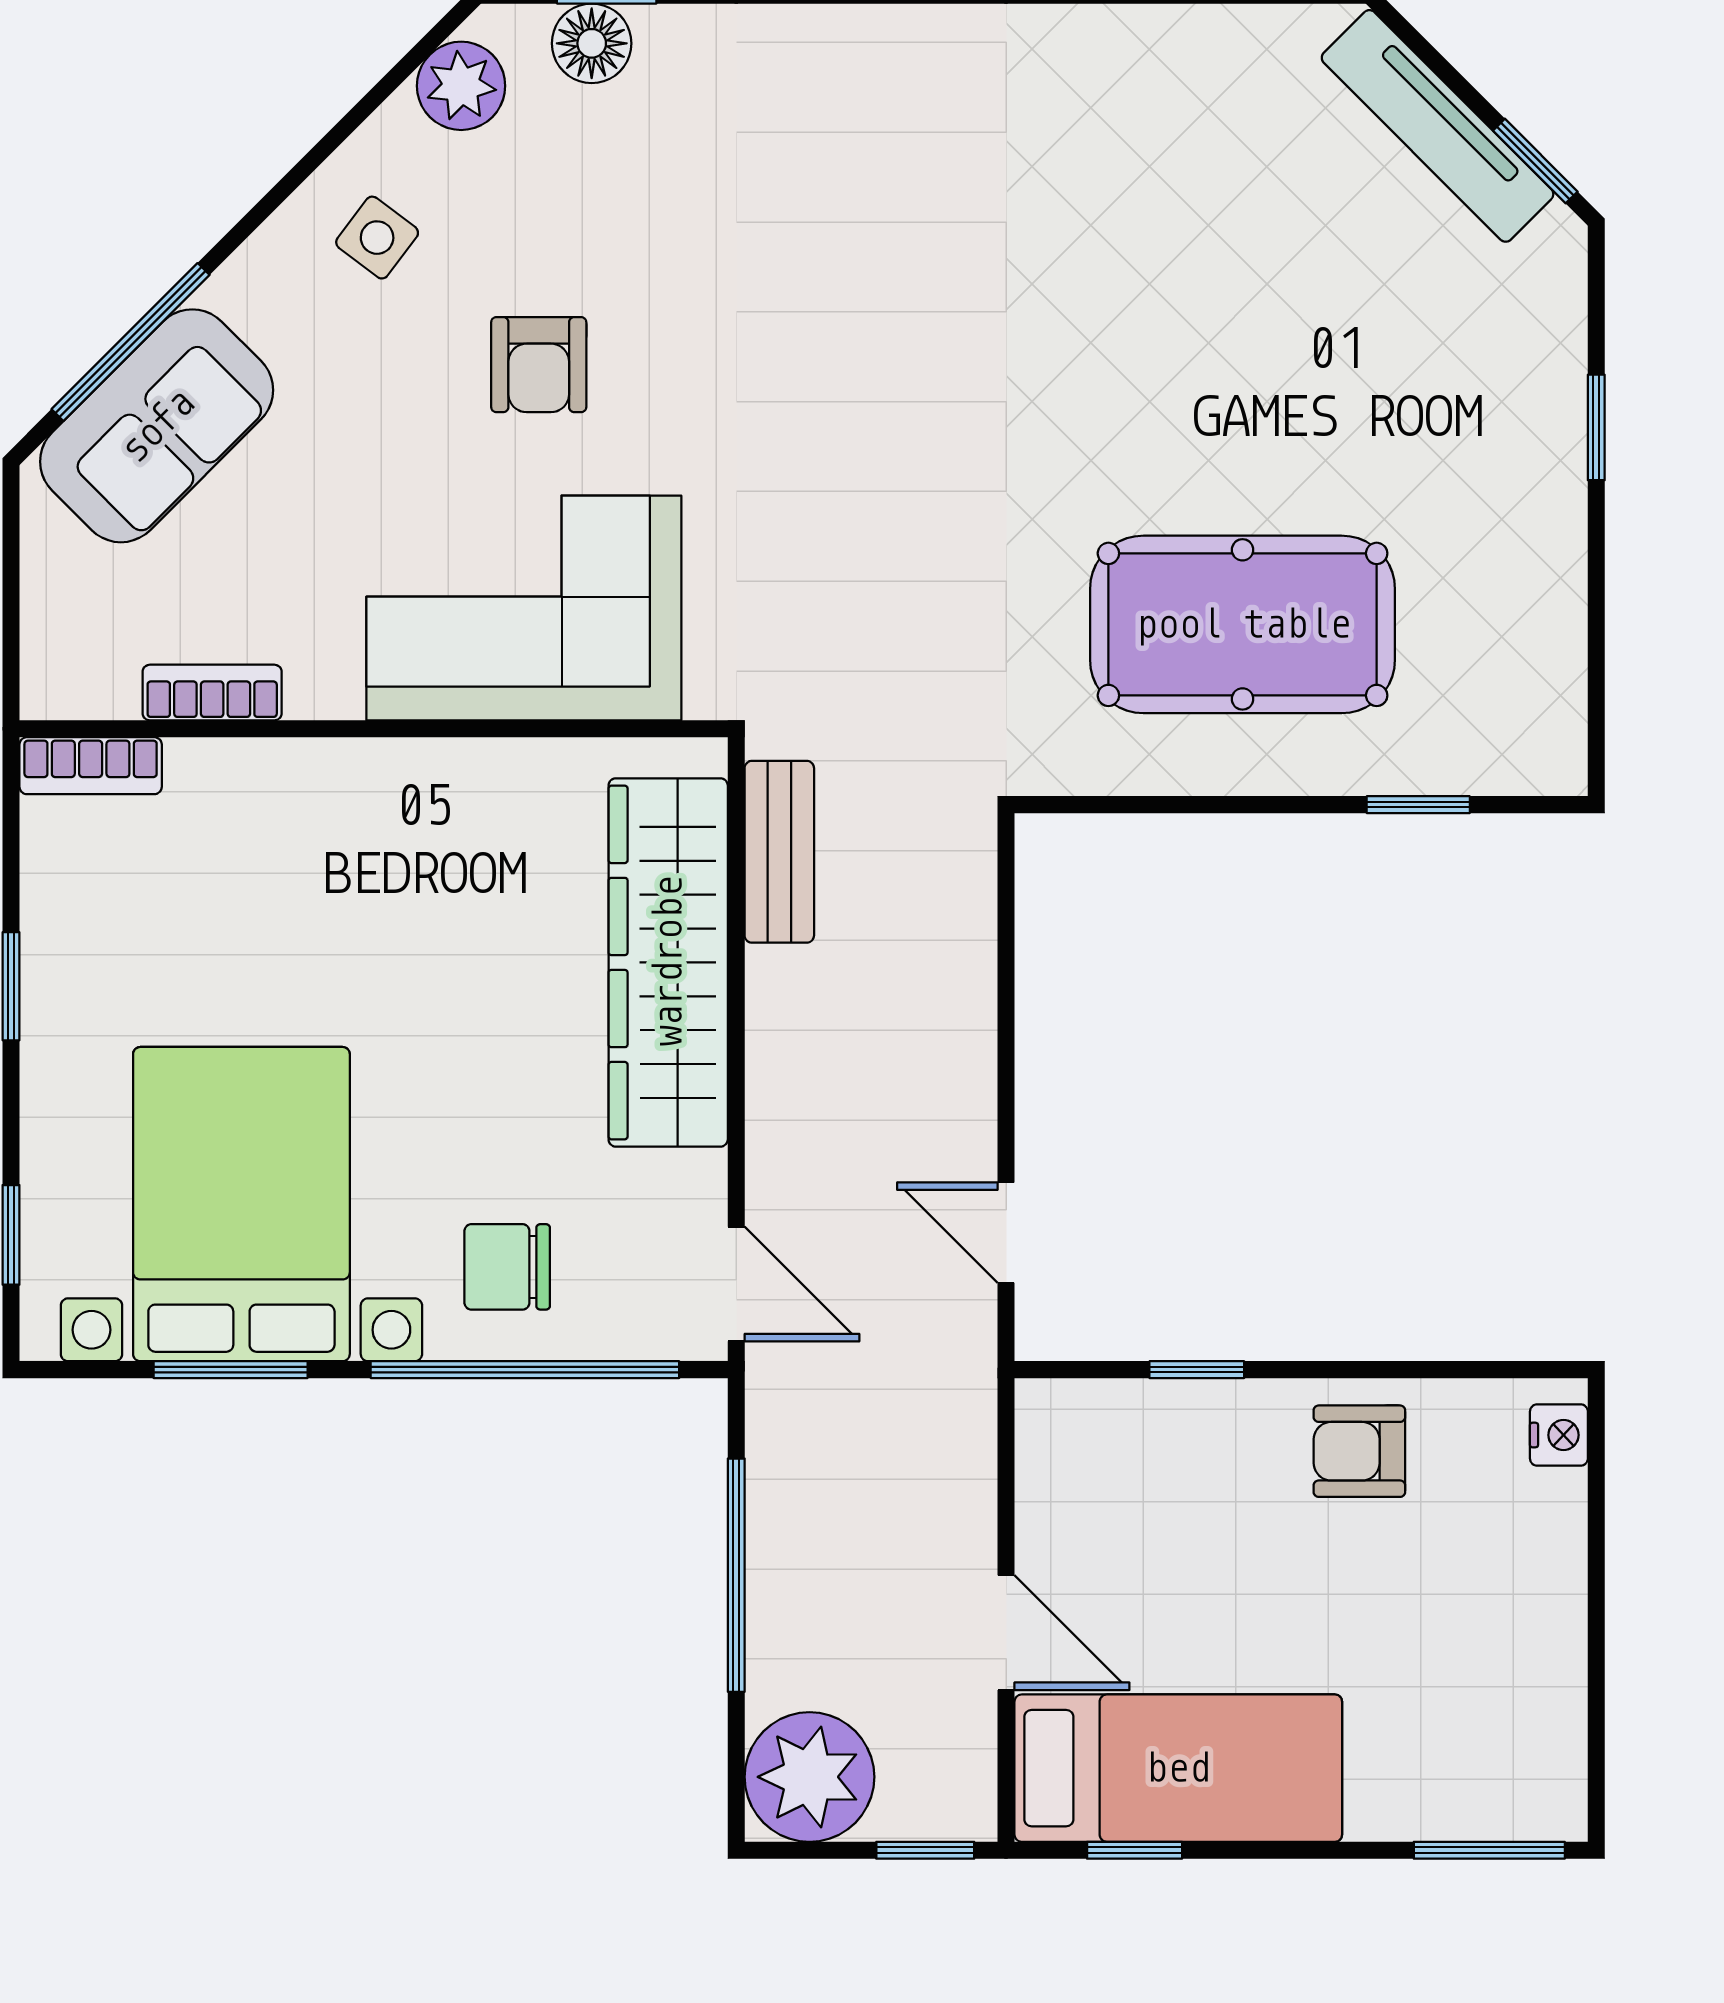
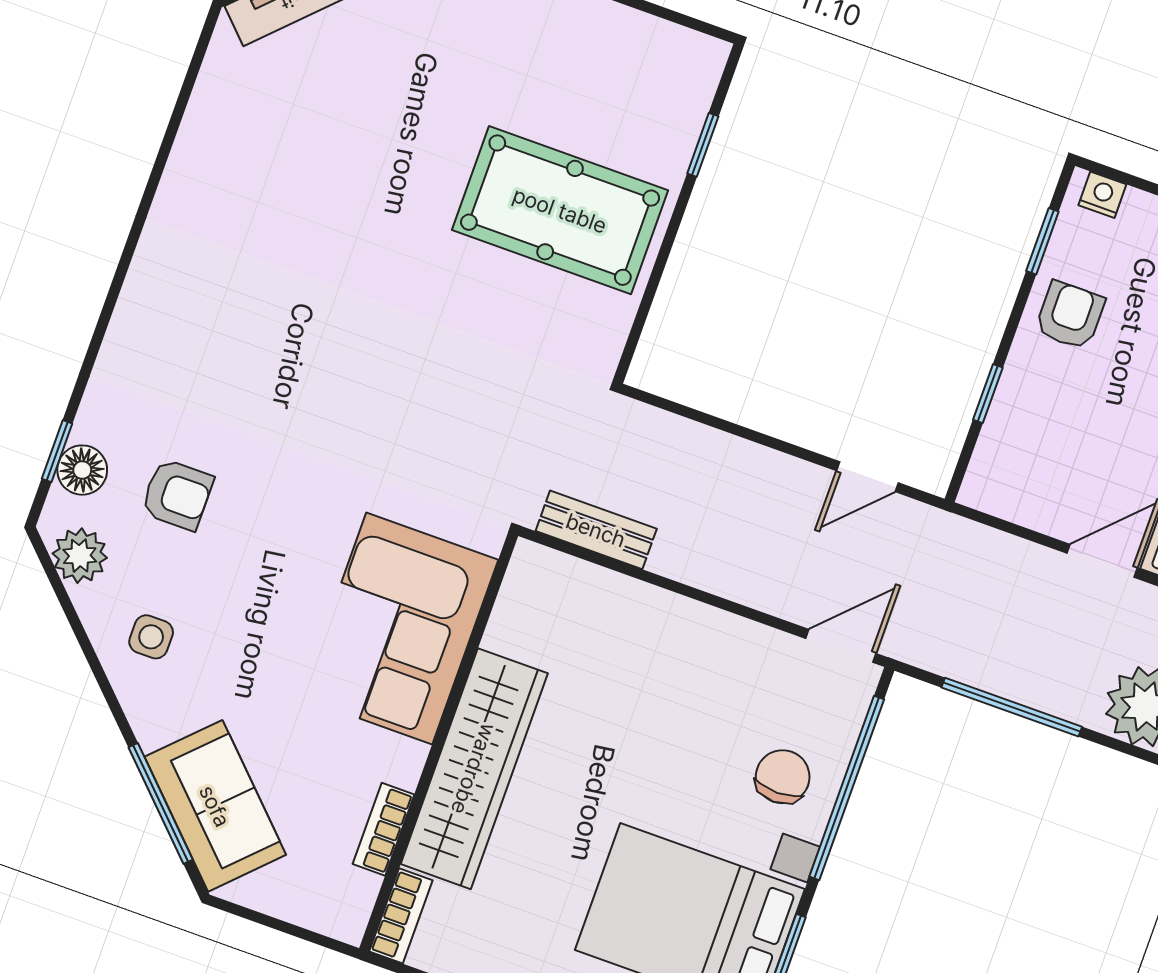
side table: (377, 238) -> (151, 637), turned -37
armchair: (539, 365) -> (177, 495), moved
pool table: (1243, 624) -> (560, 210), turned 90
wardrobe: (668, 962) -> (474, 769), moved, turned -90
chair: (507, 1267) -> (783, 777), turned 180
window: (1456, 1370) -> (1042, 241), added
armchair: (1359, 1451) -> (1070, 315), turned 180

